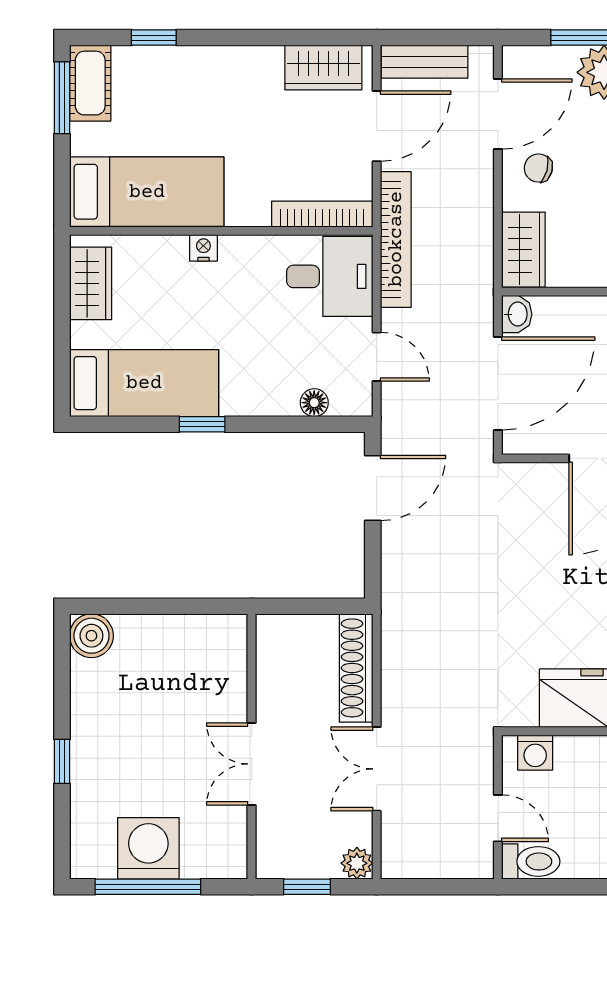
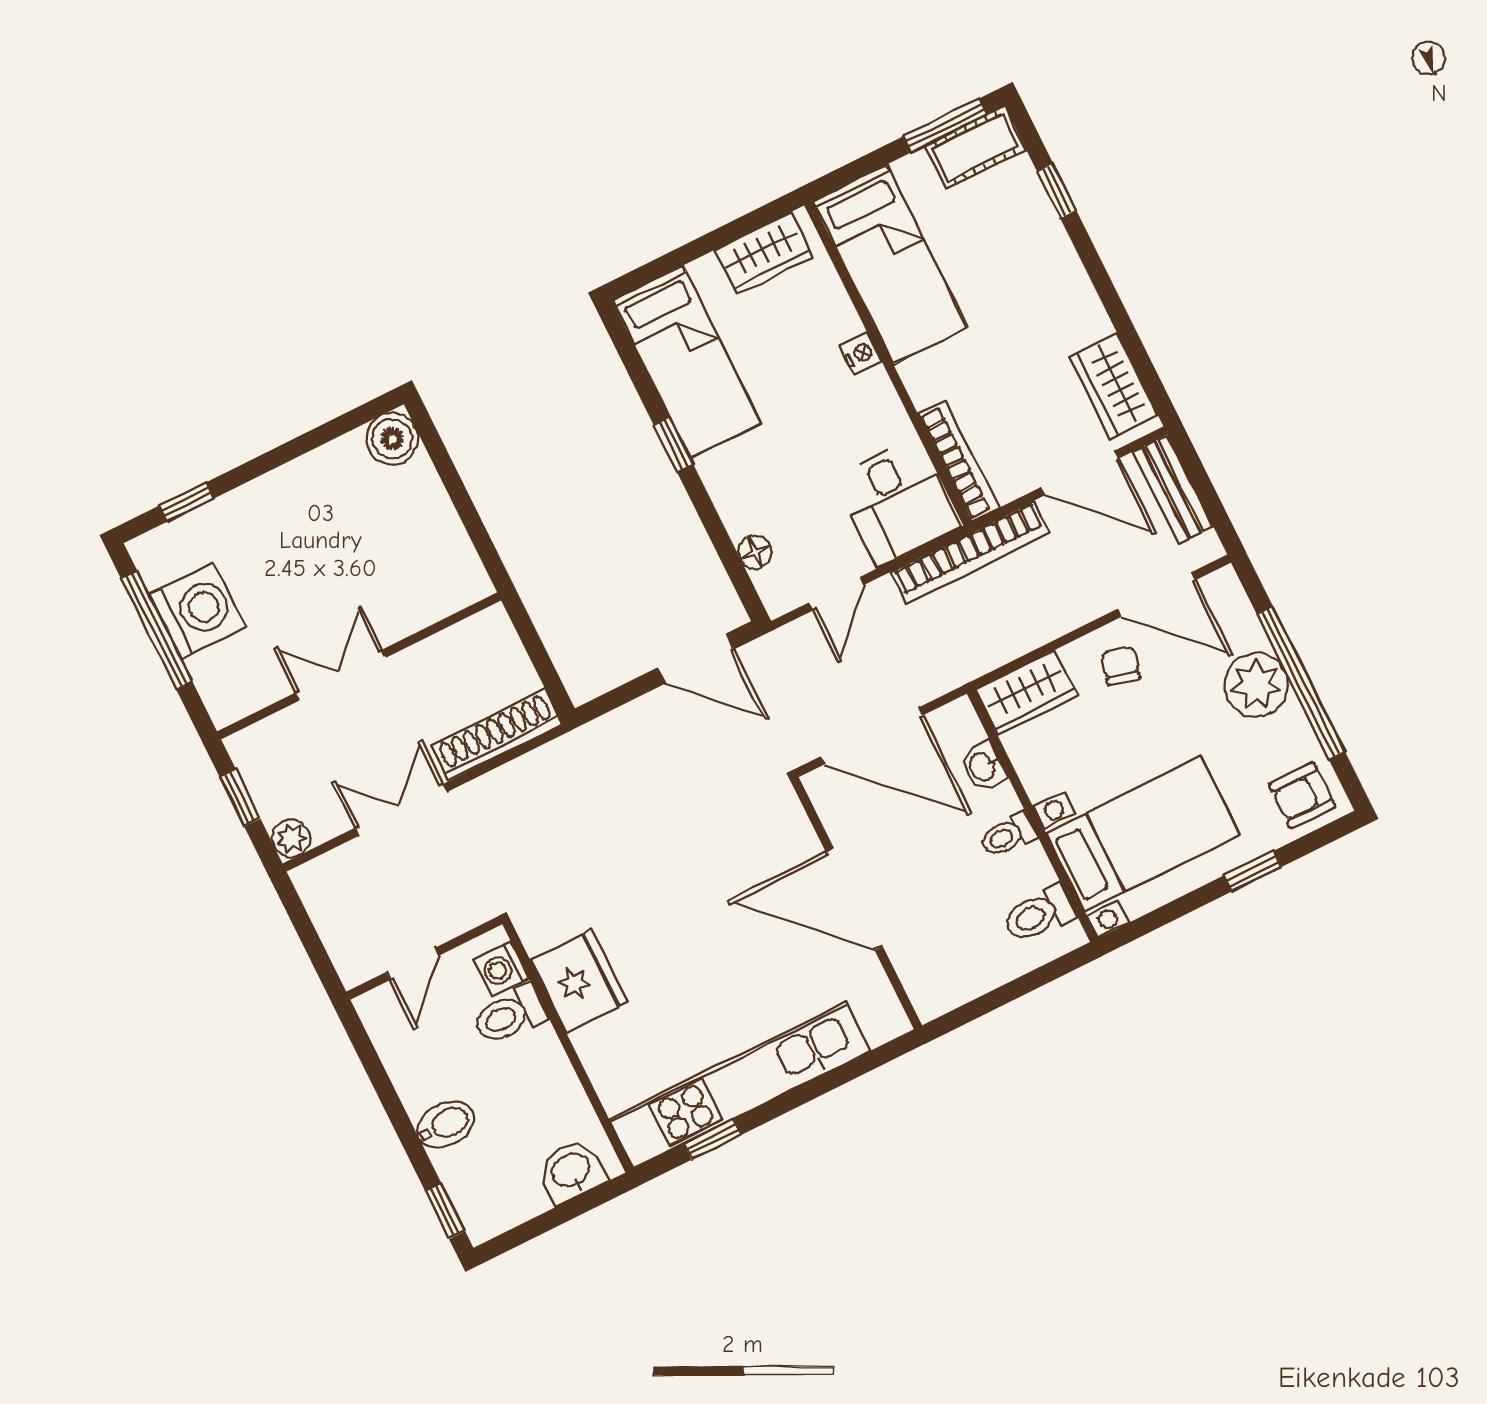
washbasin: (517, 314) -> (983, 767), moved, turned 90
window: (62, 761) -> (186, 502), moved
toilet: (531, 861) -> (509, 1015), moved, turned 90

